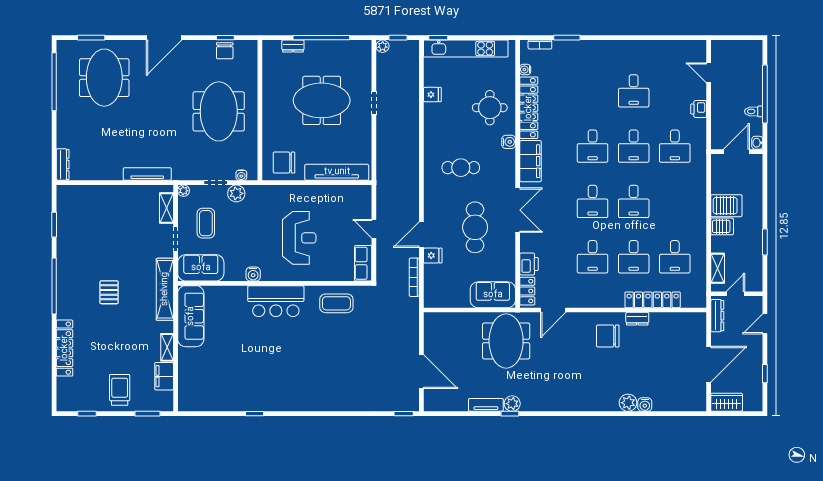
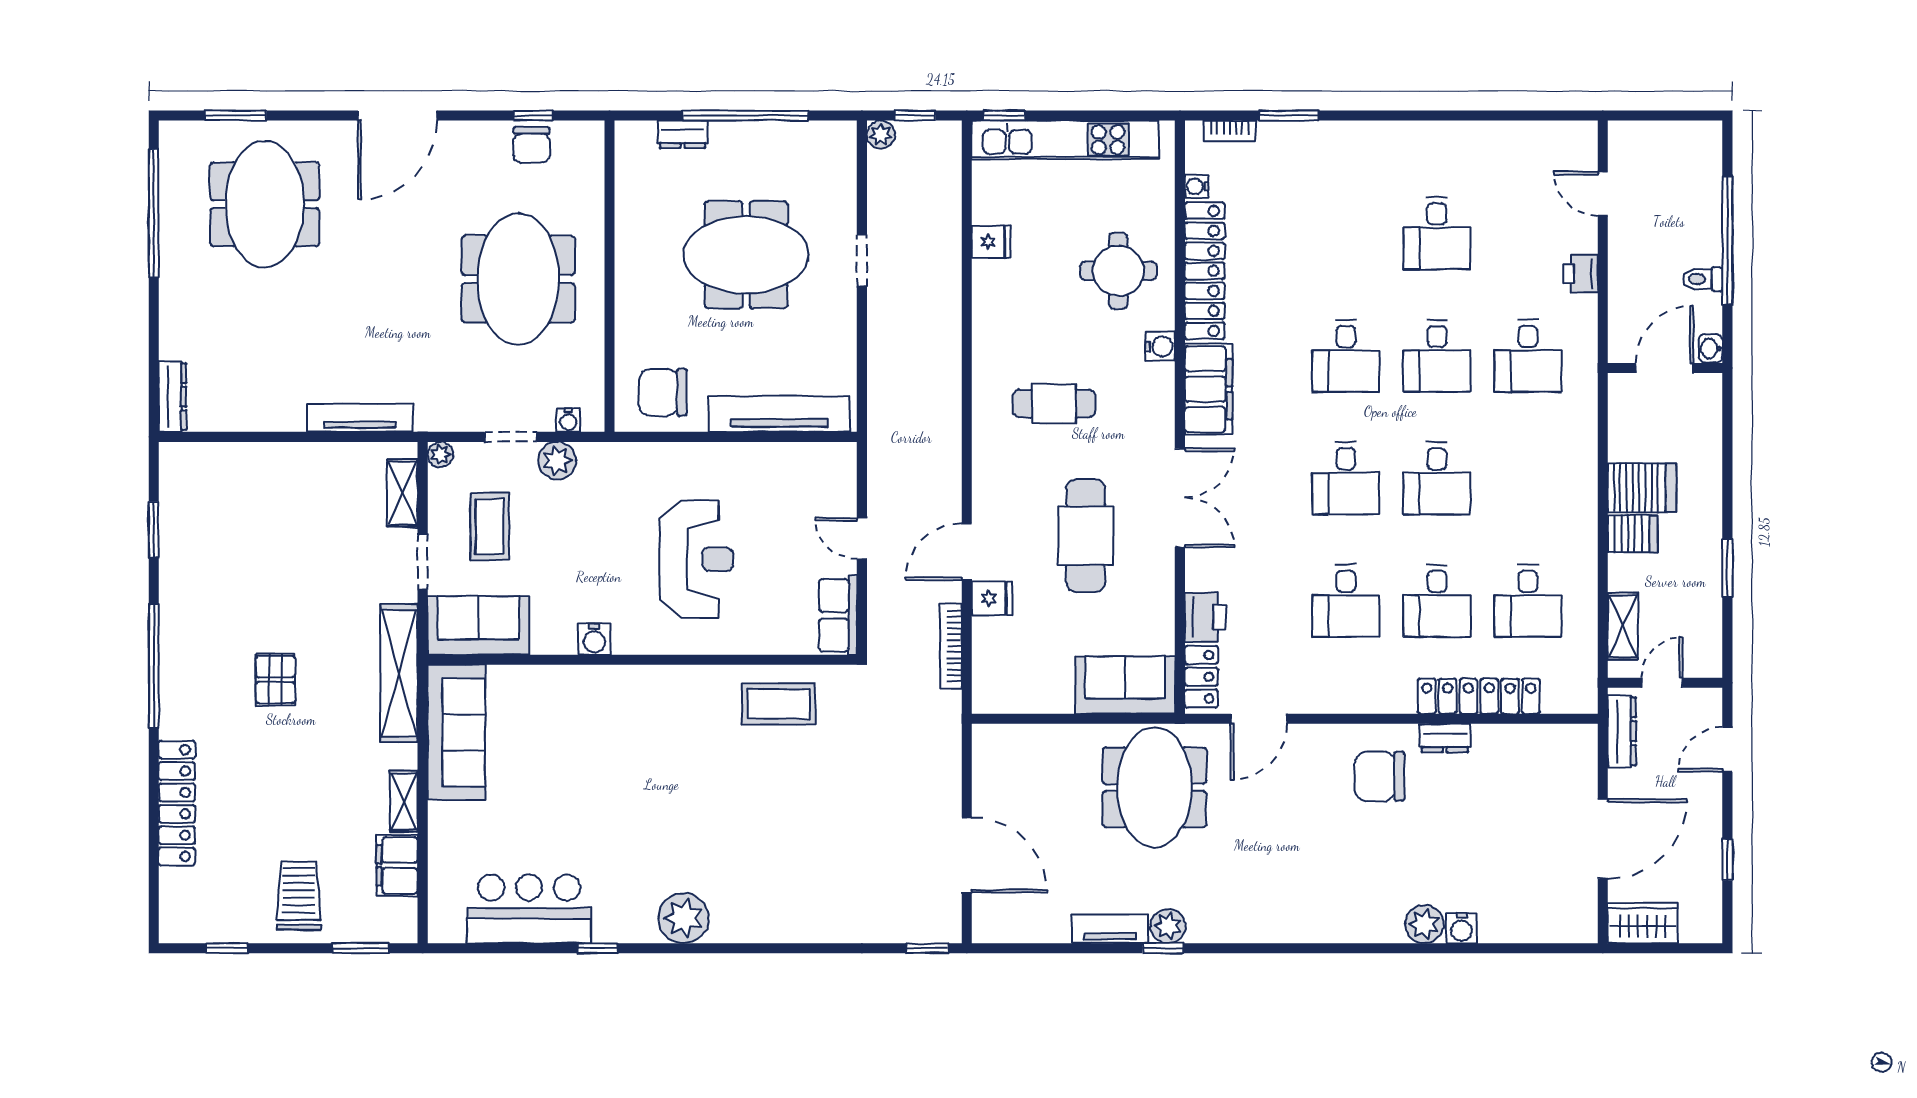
bar counter: (276, 301) -> (529, 909), moved, turned 180
plant: (293, 400) -> (684, 918), added

